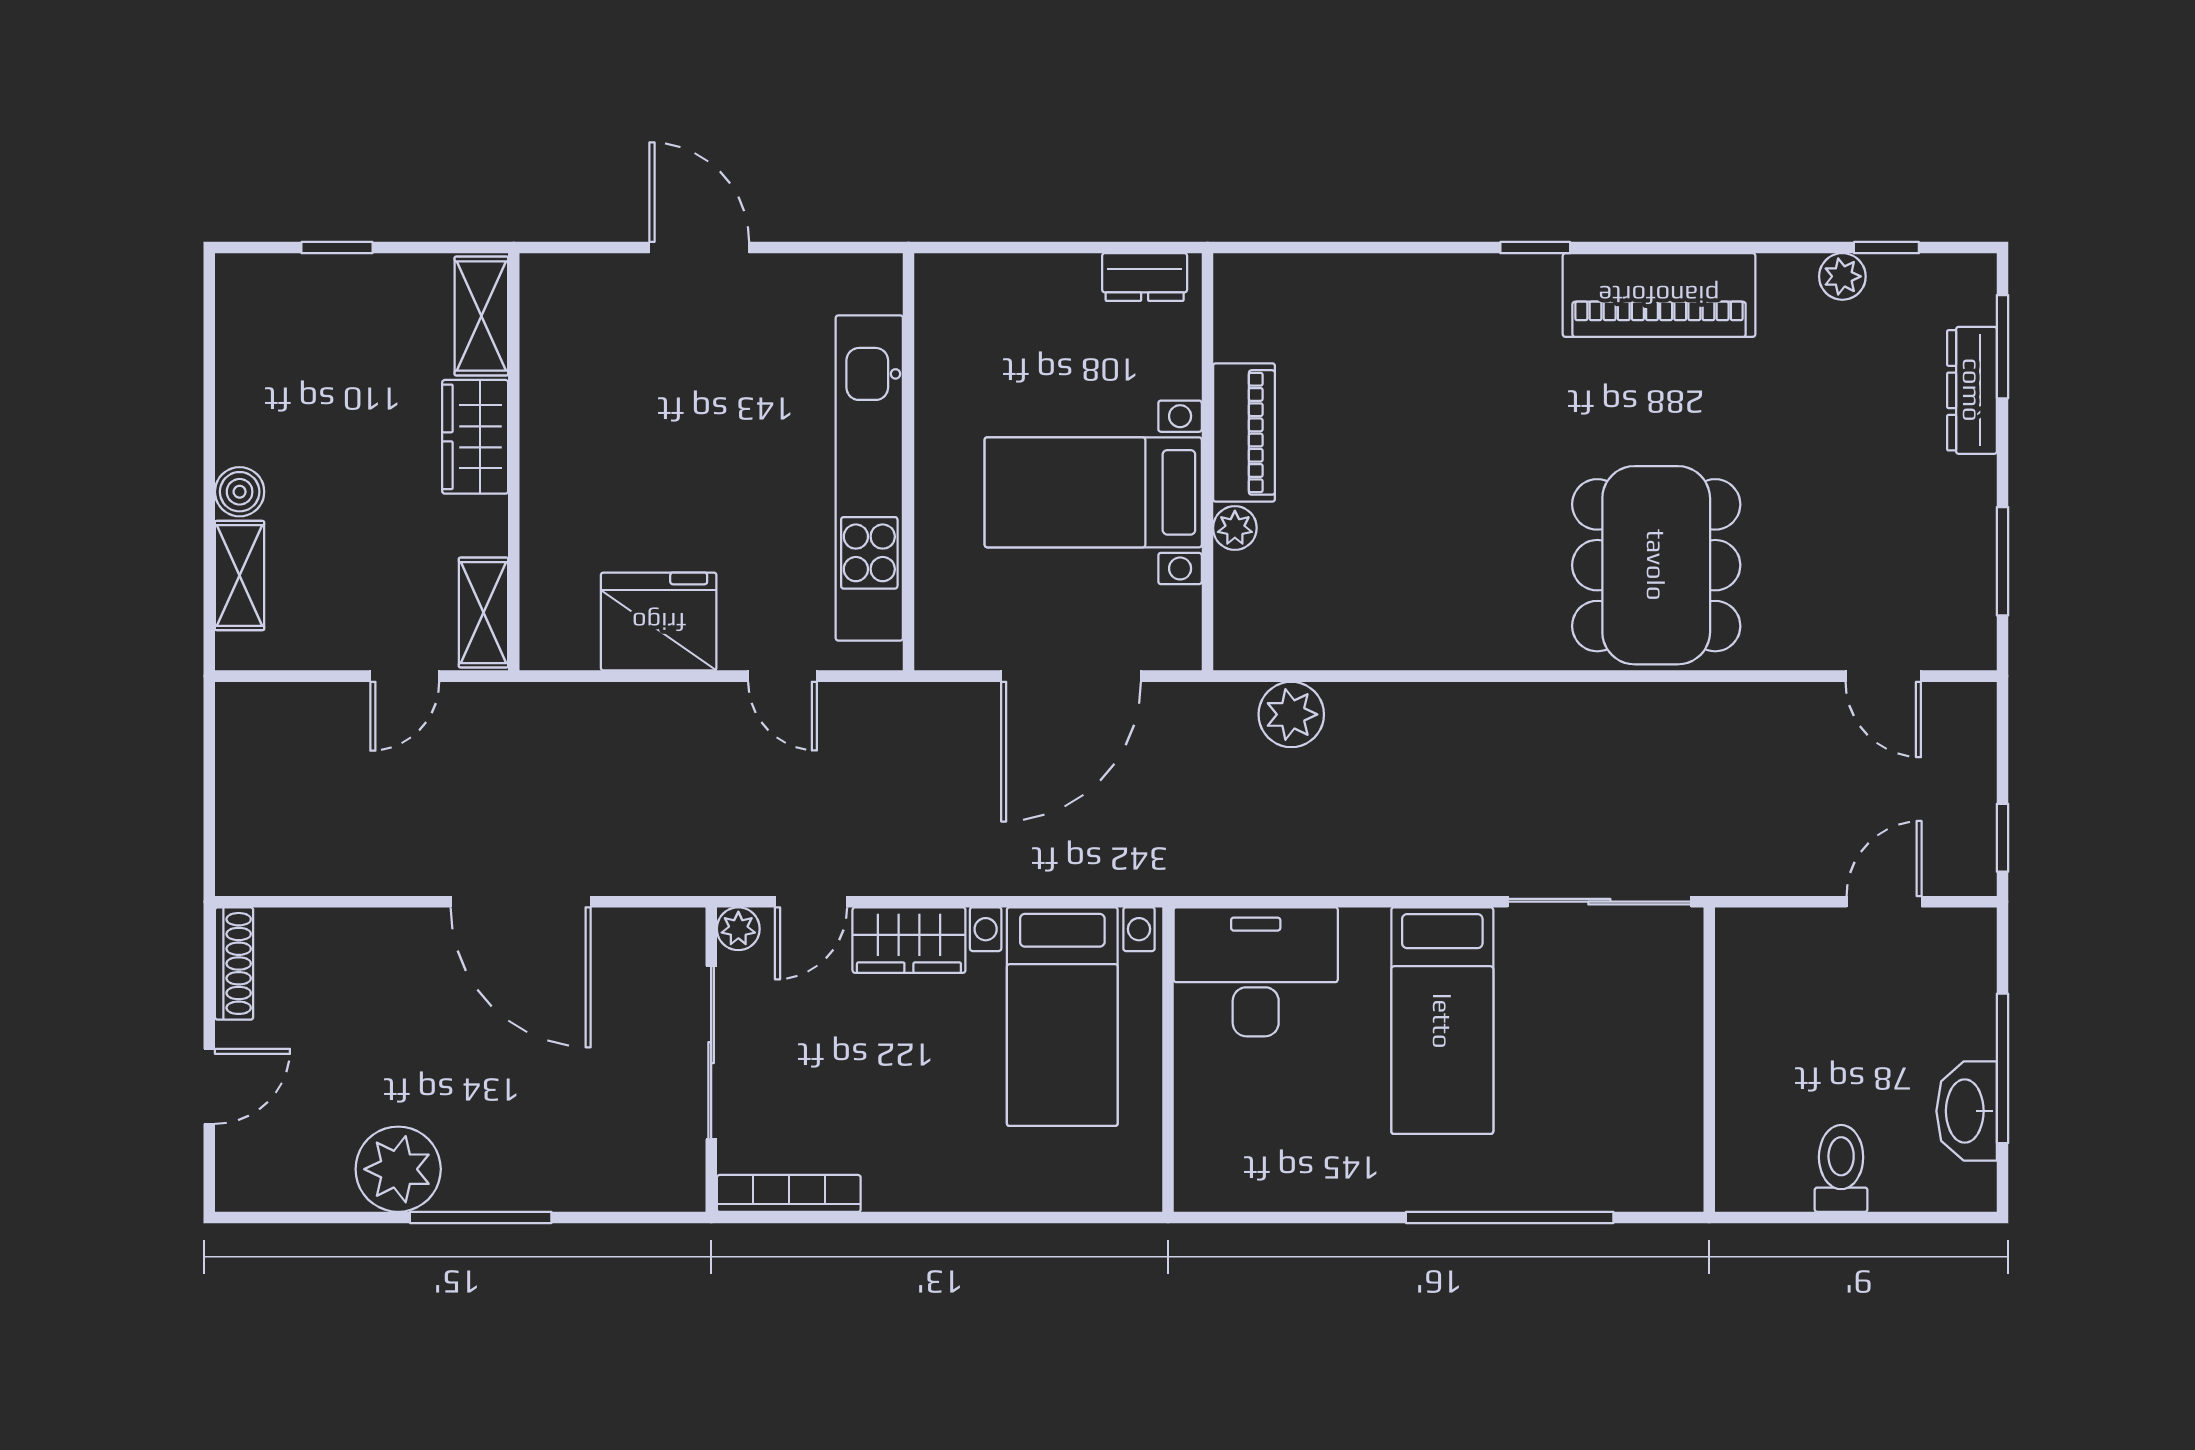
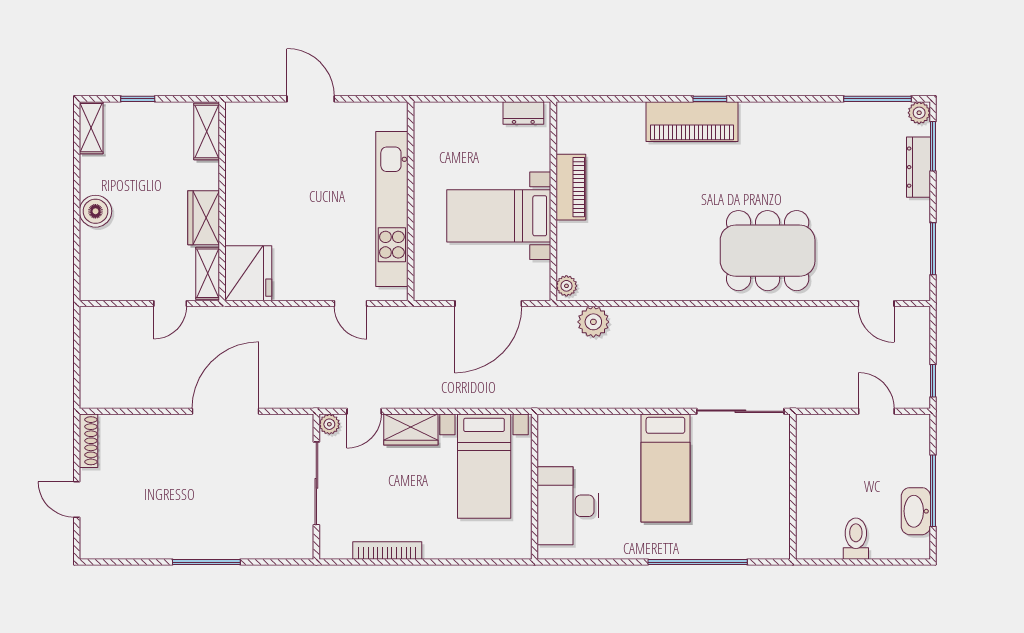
window: (1886, 248) -> (878, 99), width x2.17
plant: (1842, 276) -> (919, 113), moved
piano: (1659, 295) -> (692, 122), moved
wardrobe: (475, 437) -> (204, 218), moved
boiler: (240, 492) -> (95, 211), width x1.36, depth x1.36
plant: (1235, 528) -> (566, 286), moved
dining table: (1656, 565) -> (768, 251), turned 90
shelving: (240, 576) -> (91, 128), moved
fridge: (659, 622) -> (248, 273), moved, turned 90
door: (521, 902) -> (225, 411), swing flipped
door: (1884, 902) -> (876, 411), hinge flipped
desk: (1256, 972) -> (568, 506), moved, turned -90
door: (209, 1086) -> (77, 499), swing flipped
plant: (398, 1169) -> (167, 539), removed
bookcase: (789, 1193) -> (387, 551), moved

